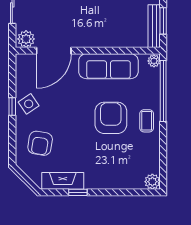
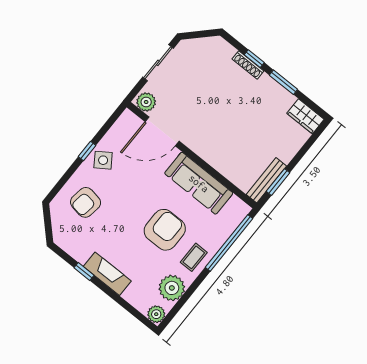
plant: (154, 61) -> (172, 288), moved, width x1.88, depth x1.88
fireplace: (63, 181) -> (107, 274), moved

